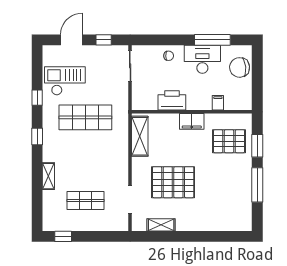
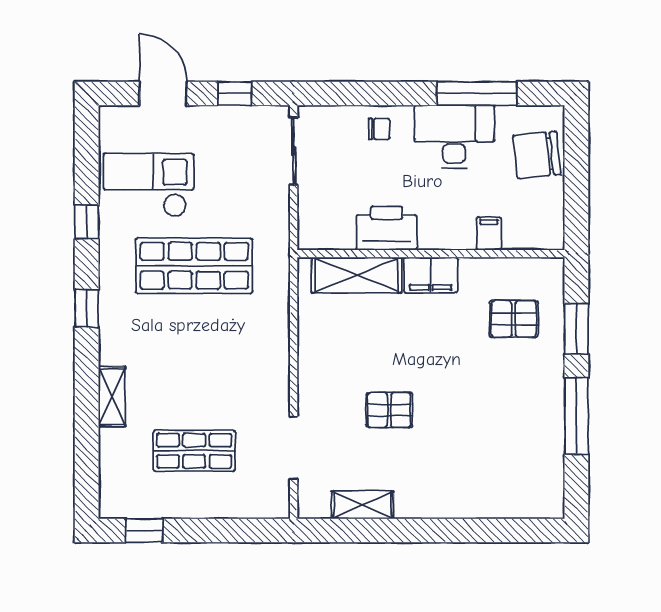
door: (71, 40) -> (163, 93), hinge flipped
shelving: (140, 136) -> (357, 275), moved, turned 90
pallet: (229, 141) -> (514, 319), width x0.67, depth x0.71
pallet: (173, 182) -> (389, 410), width x0.49, depth x0.50

